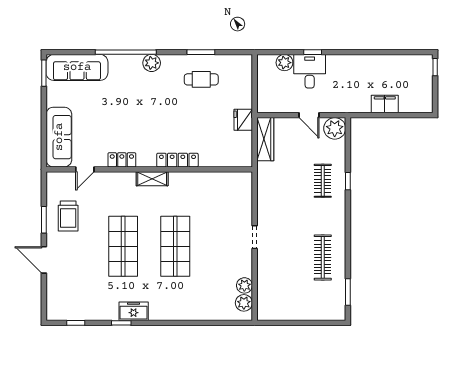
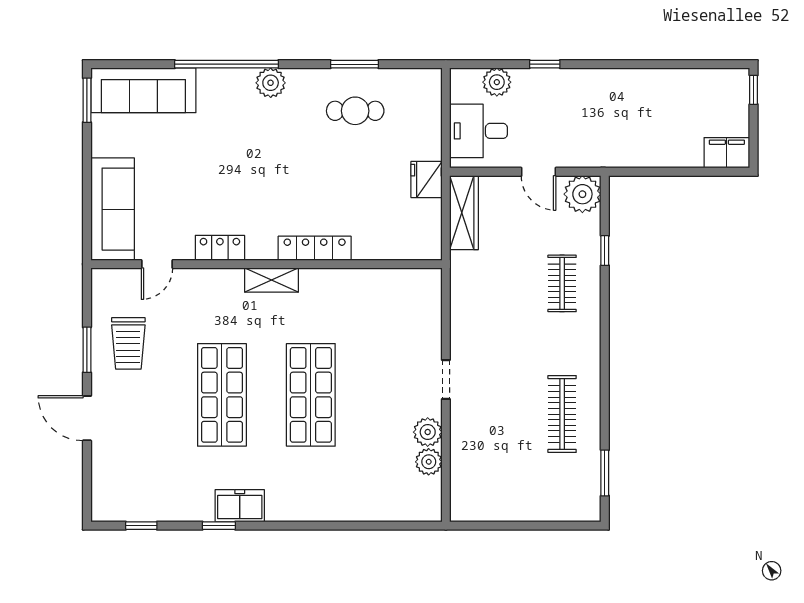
desk: (310, 71) -> (479, 131), moved, turned -90
filing cabinet: (385, 104) -> (727, 153), moved
window: (348, 181) -> (605, 251), moved
plant: (244, 303) -> (428, 432), moved

